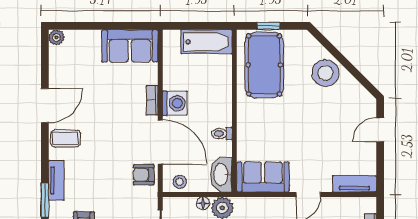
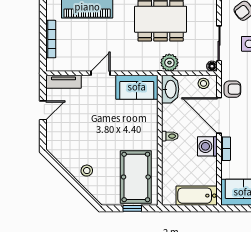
bathtub: (206, 42) -> (197, 196), moved
stool: (325, 73) -> (87, 171), width x0.53, depth x0.53
door: (380, 130) -> (43, 110), moved
toilet: (222, 134) -> (170, 136), moved
floor lamp: (203, 203) -> (212, 66), moved

